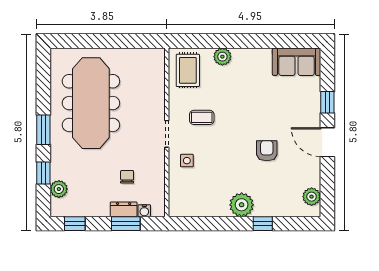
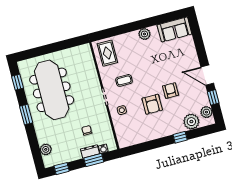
plant: (222, 57) -> (144, 34), moved
window: (327, 102) -> (213, 97), moved
armchair: (234, 164) -> (152, 104), added
window: (43, 173) -> (18, 82), moved
plant: (242, 205) -> (191, 122), moved

